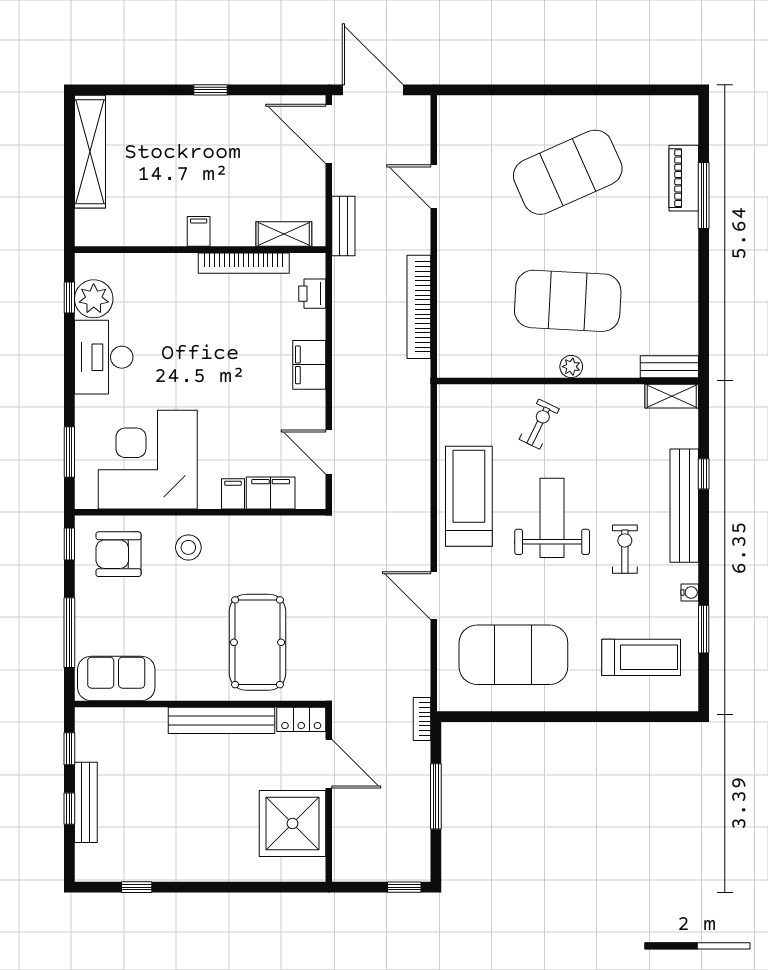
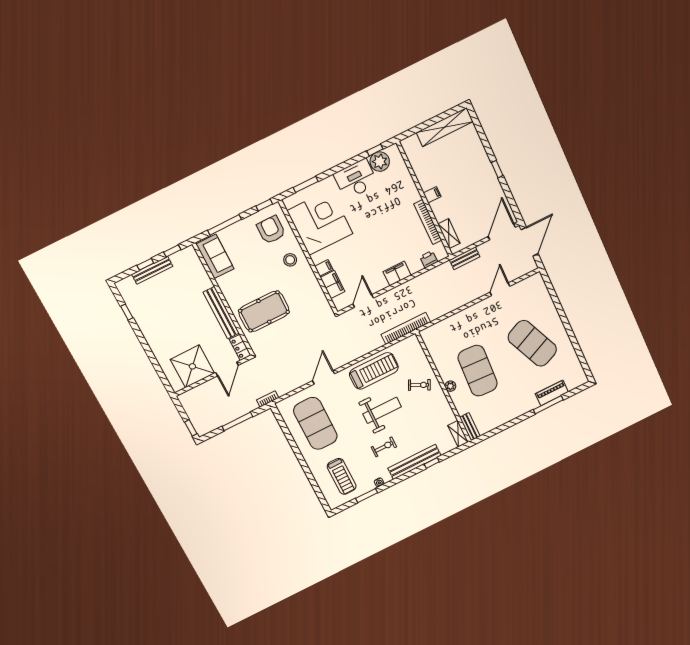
bookcase: (419, 307) -> (406, 328), moved

